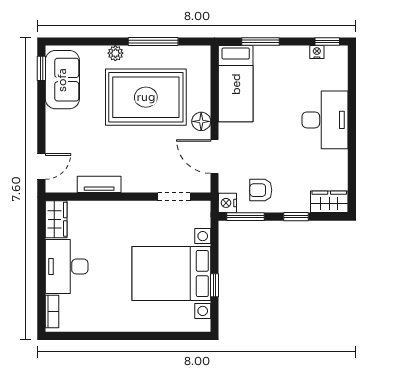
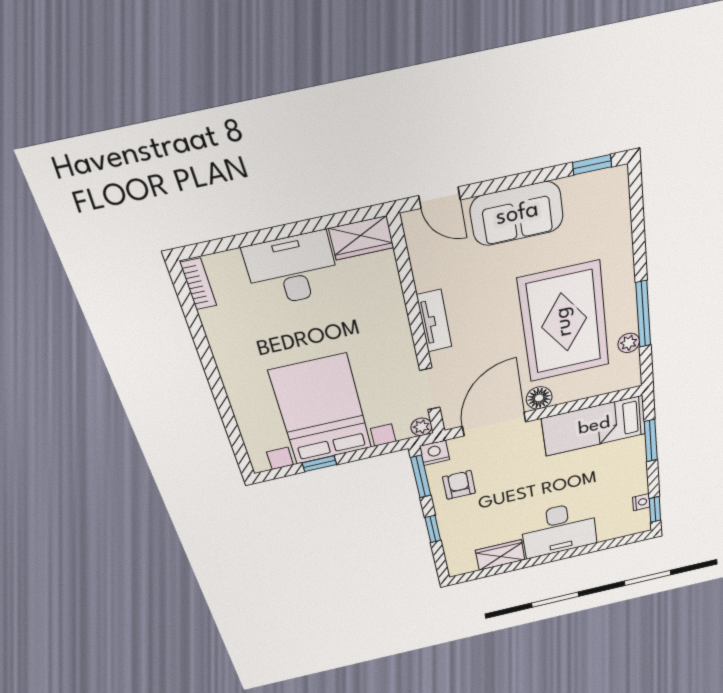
plant: (115, 53) -> (629, 343), moved
sofa: (62, 80) -> (517, 214), moved
door: (215, 156) -> (494, 424), width x1.36
tv unit: (99, 184) -> (434, 321), moved
wardrobe: (329, 202) -> (500, 555), moved, turned -90
plant: (203, 208) -> (421, 427), added
bookcase: (52, 312) -> (198, 284), moved, turned -90

